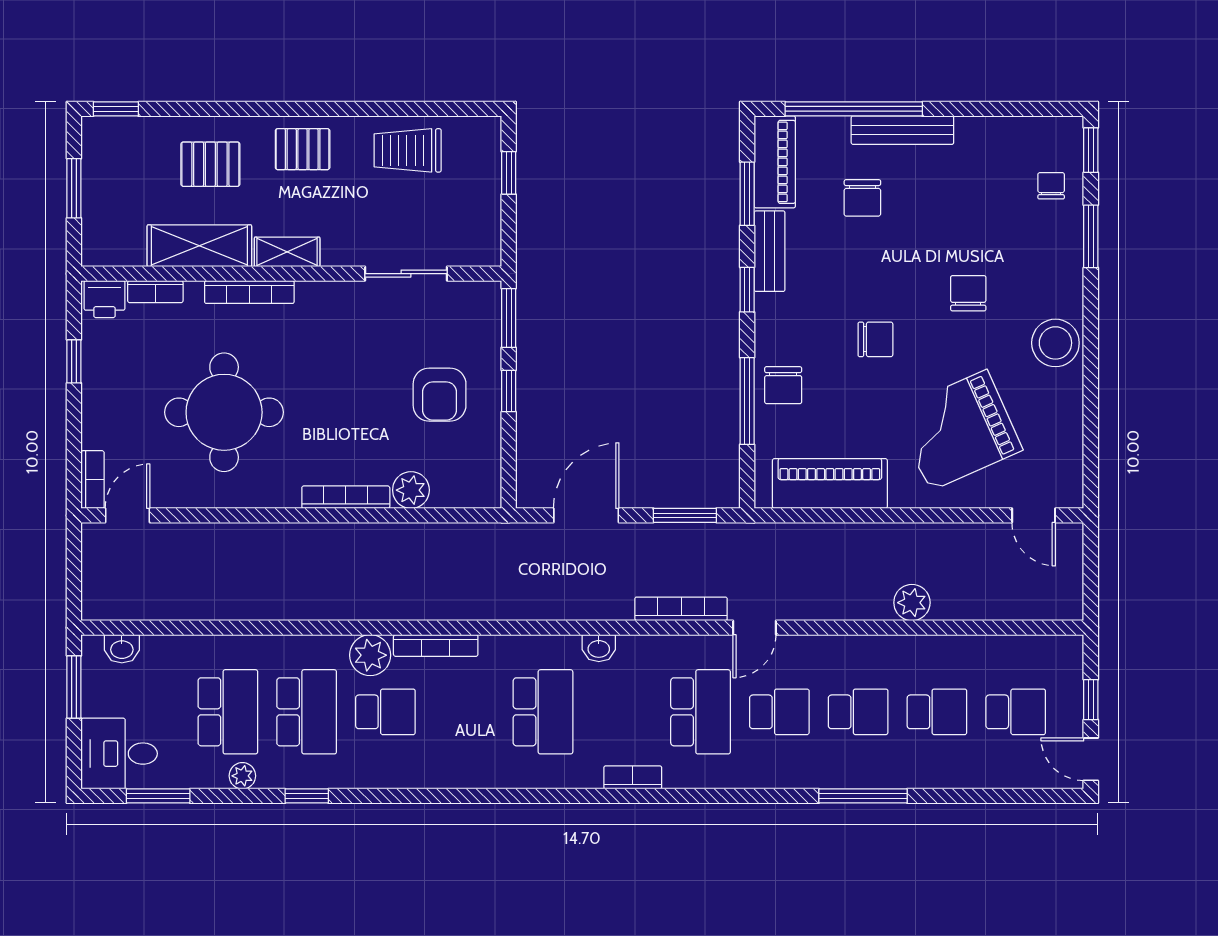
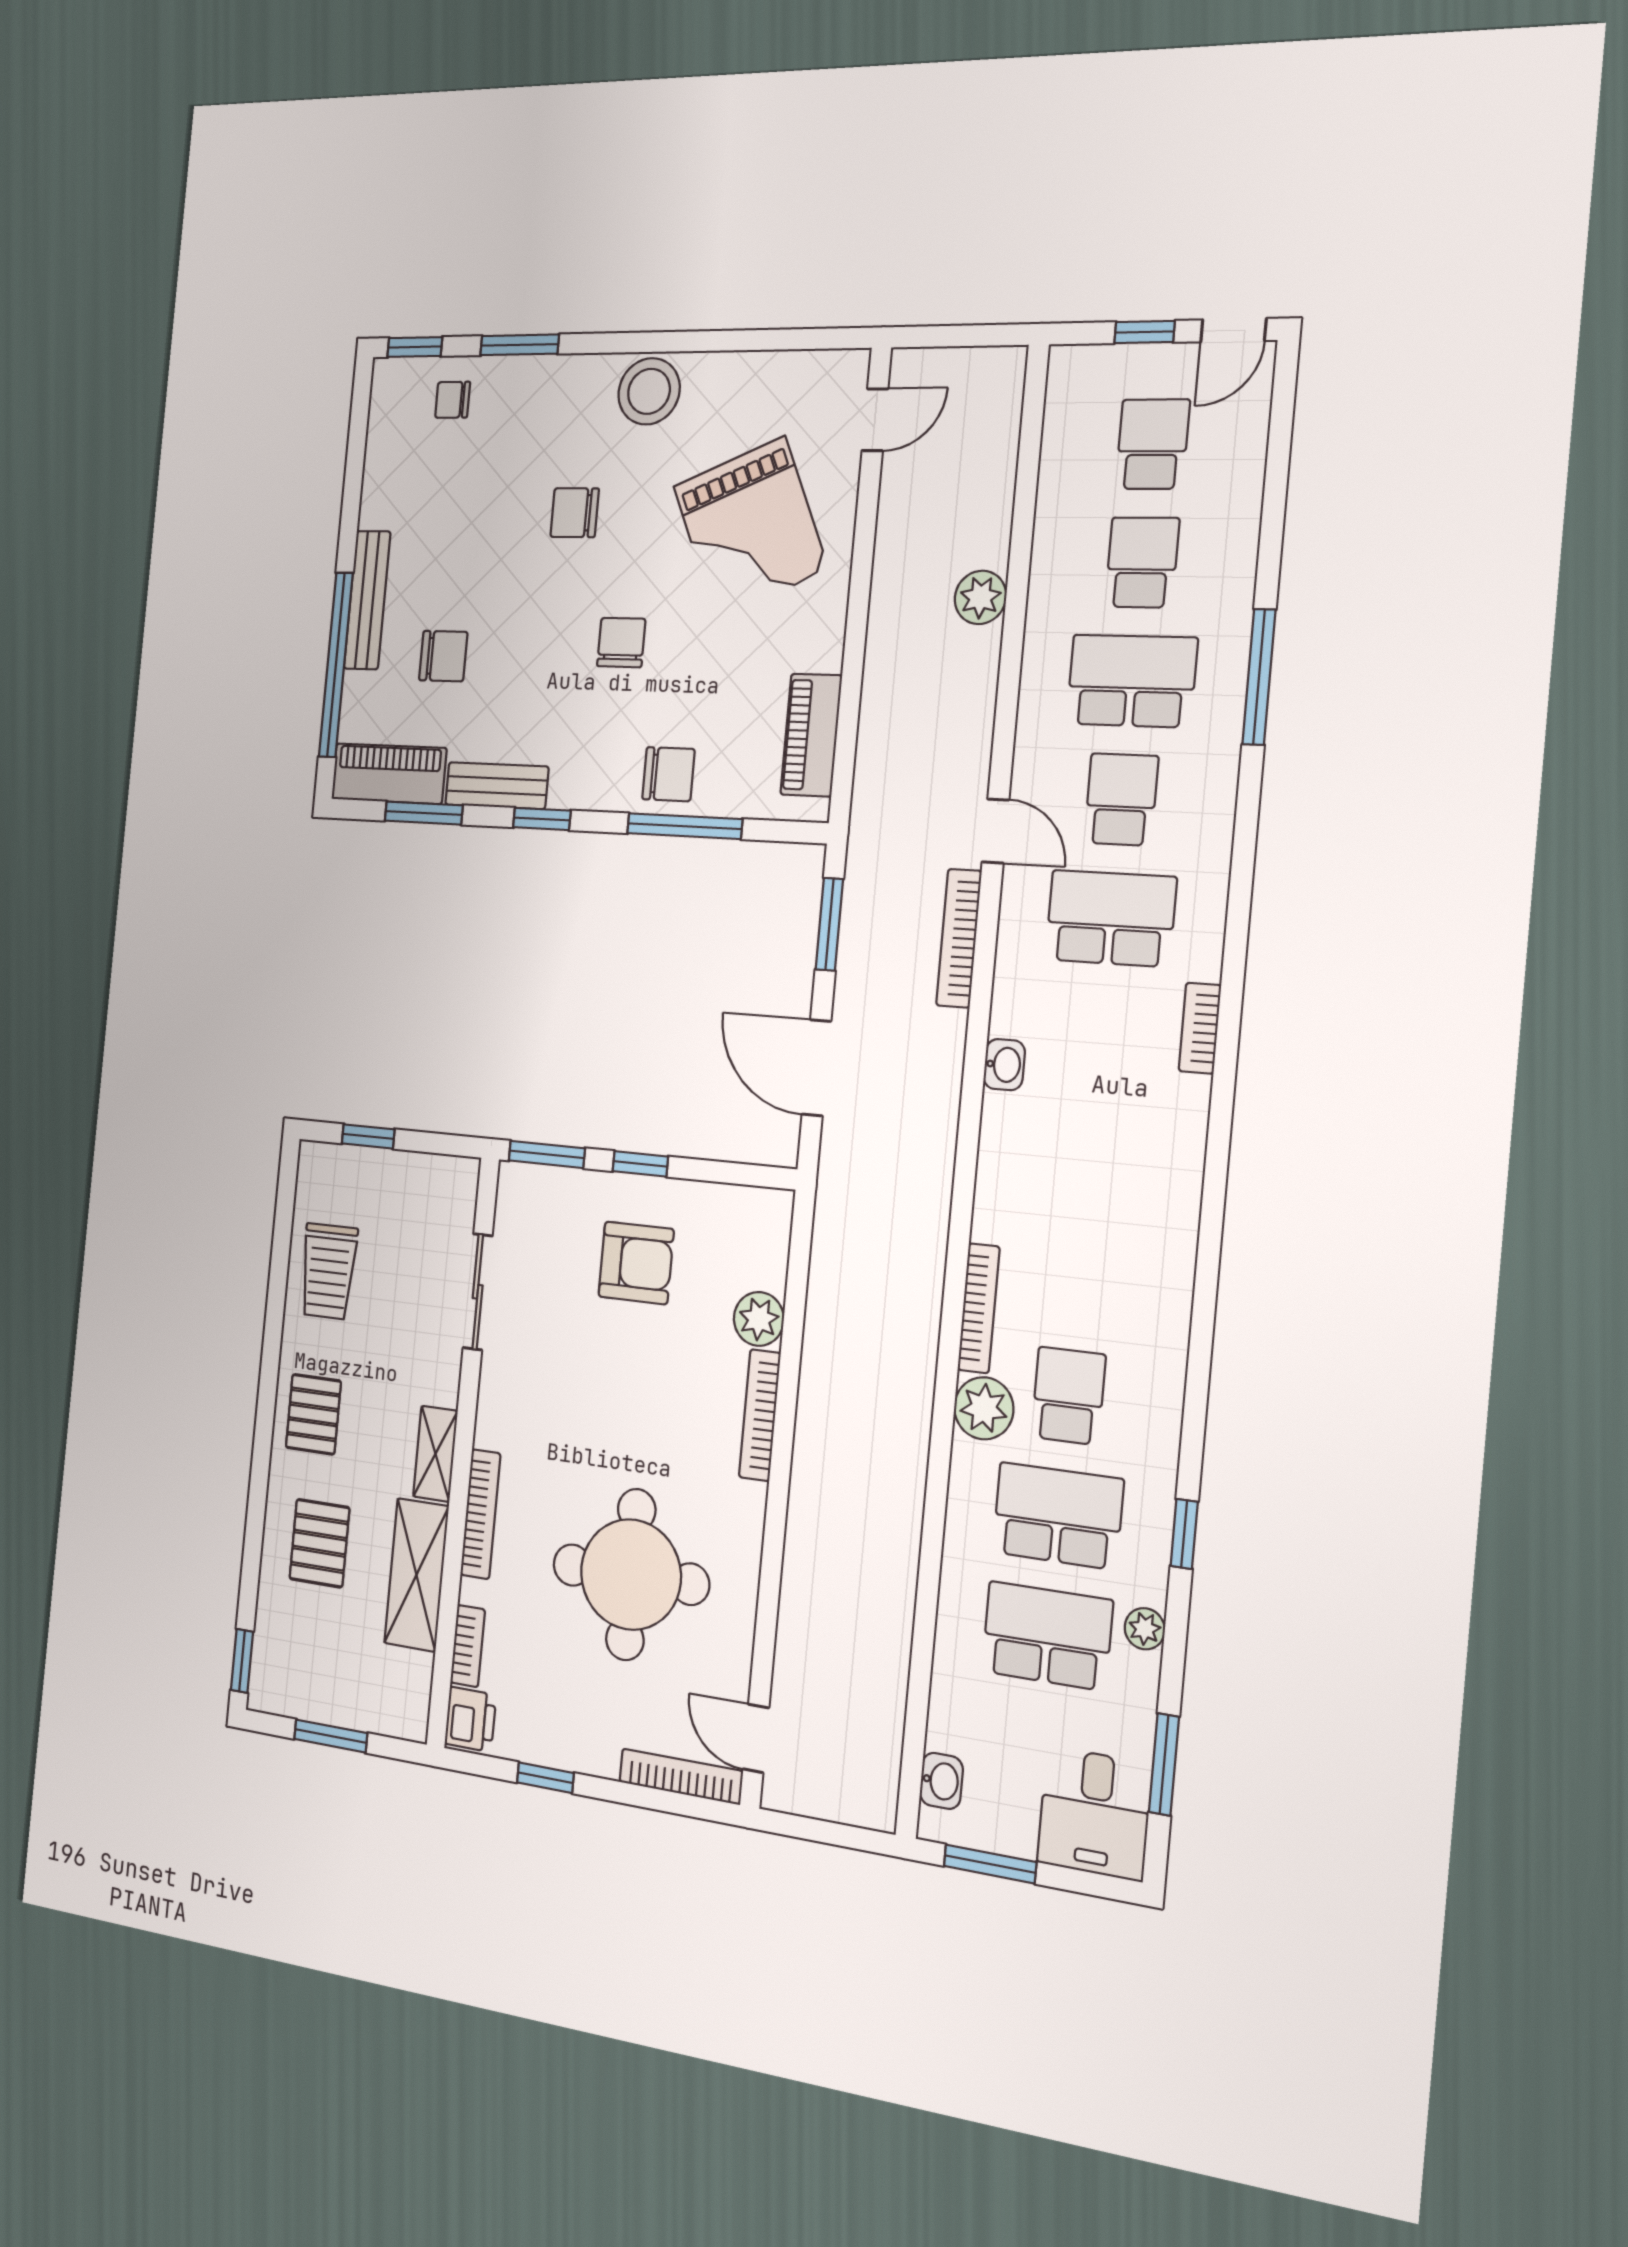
bookcase: (93, 480) -> (681, 1776), width x1.56
piano: (830, 484) -> (811, 735), width x0.73, depth x0.75
school desk: (543, 712) -> (1090, 1157), removed
school desk: (858, 712) -> (1132, 681), width x1.85

